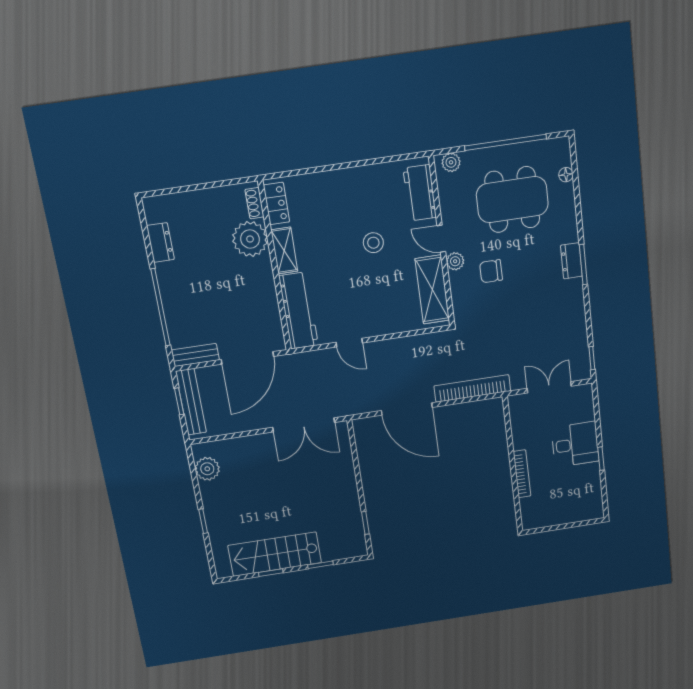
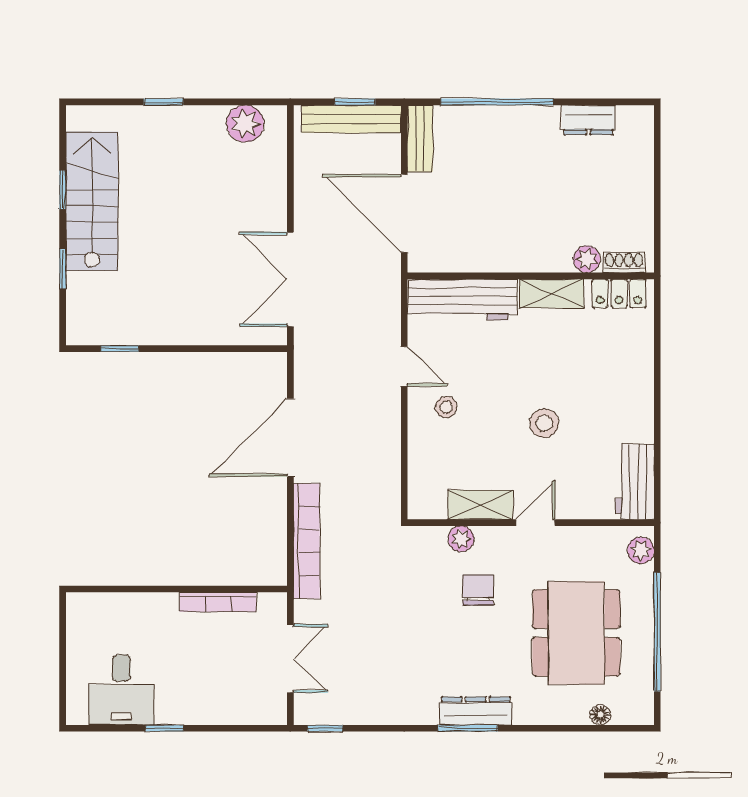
workbench: (420, 193) -> (635, 482), moved, turned -90
plant: (250, 239) -> (587, 259), width x0.53, depth x0.53
plant: (455, 261) -> (461, 539), moved
dresser: (571, 261) -> (476, 711), width x1.44
shelving: (432, 290) -> (480, 505), width x0.67, depth x0.75
stool: (372, 311) -> (446, 407), added
door: (349, 343) -> (404, 366), swing flipped
desk: (575, 444) -> (121, 690), moved
bookcase: (522, 474) -> (218, 602), moved

